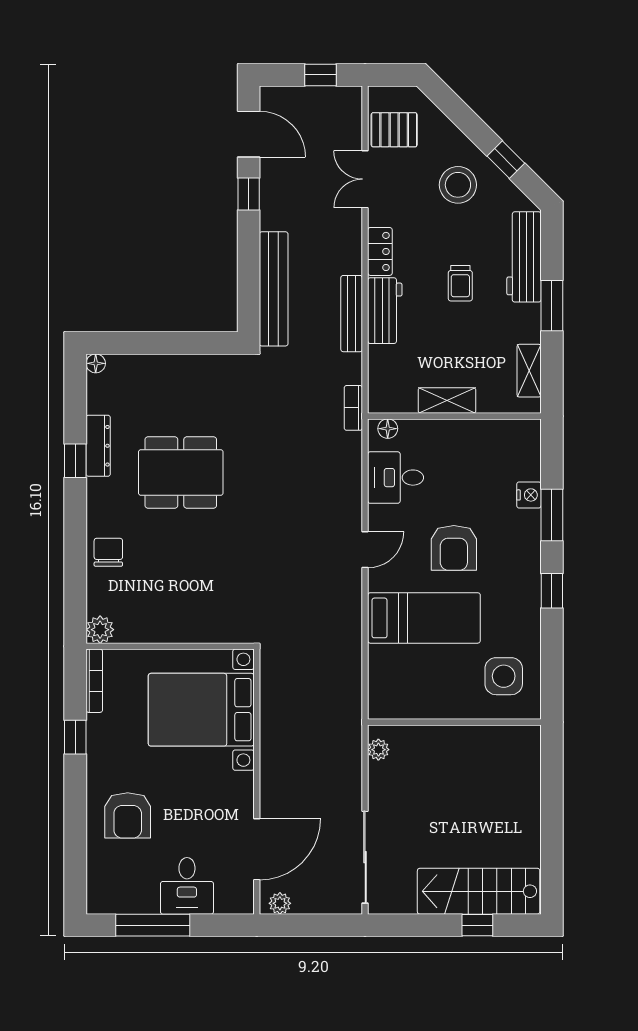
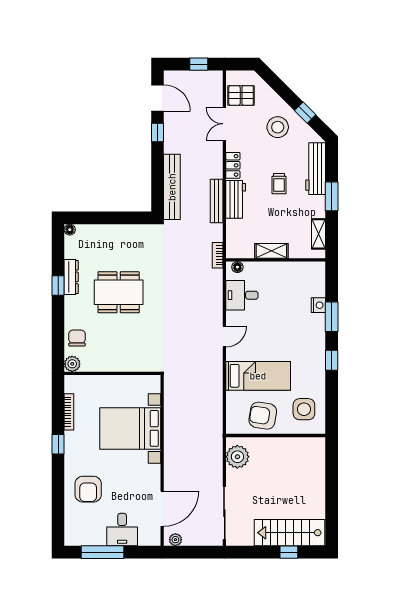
armchair: (454, 548) -> (263, 416), moved, turned 99
plant: (100, 630) -> (72, 364), moved
wall: (170, 646) -> (112, 373), moved
plant: (378, 750) -> (237, 457), width x1.88, depth x1.88

